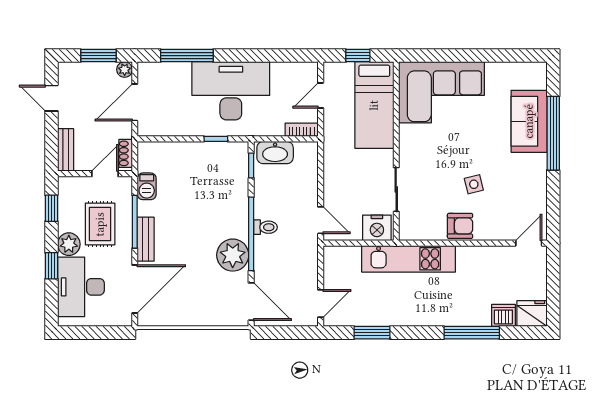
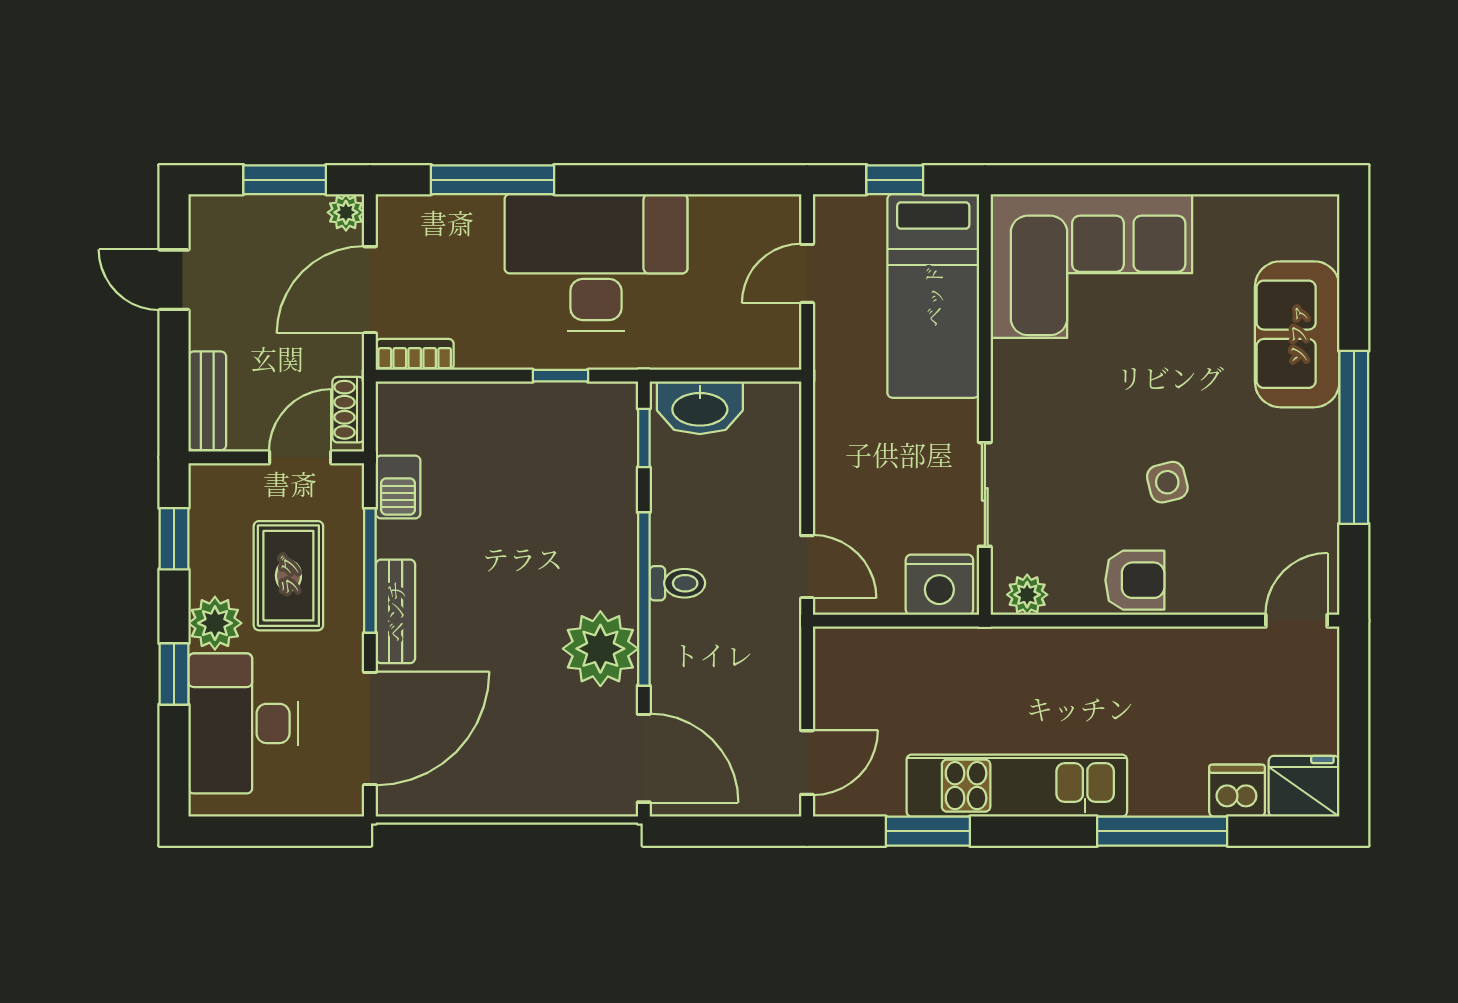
bookcase: (302, 130) -> (415, 354), moved
window: (553, 133) -> (1354, 437), moved
plant: (414, 232) -> (1027, 595), added
kitchen unit: (409, 259) -> (1017, 786), moved, turned 180

